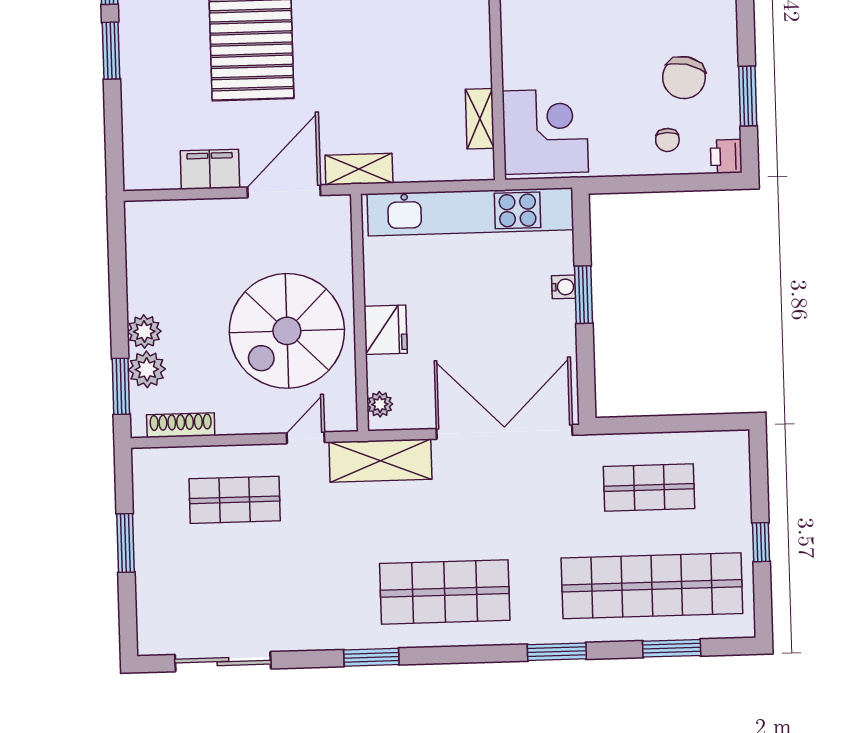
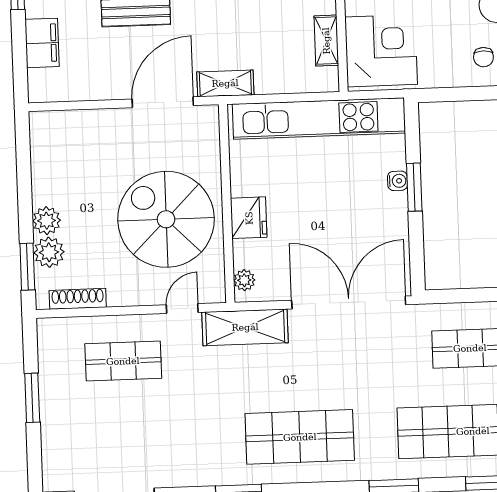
filing cabinet: (210, 169) -> (42, 43), moved, turned 90
spiral stairs: (287, 331) -> (166, 219), turned 90

